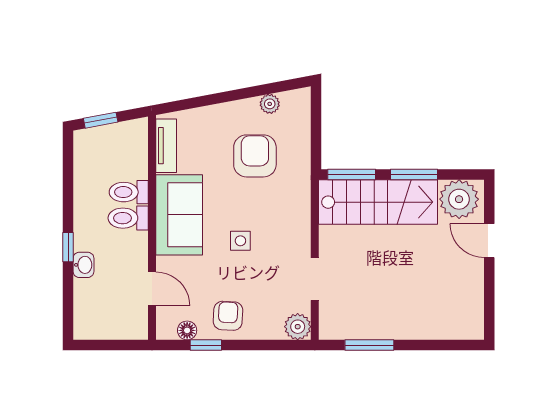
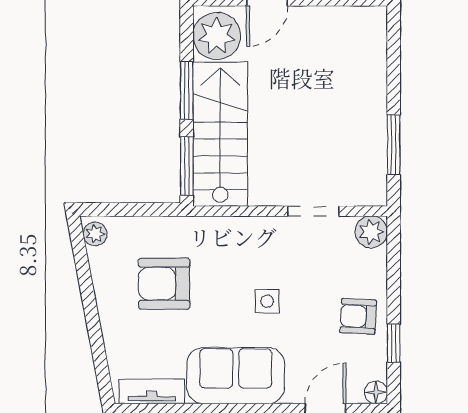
plant: (270, 104) -> (95, 234), moved
floor lamp: (187, 330) -> (376, 392), moved

